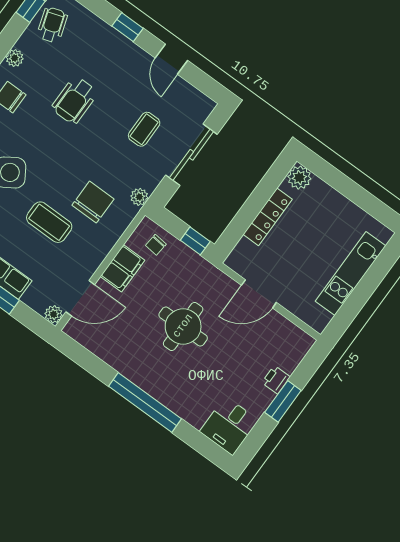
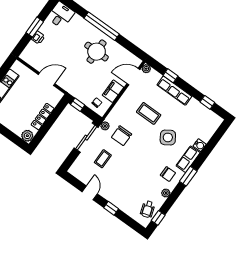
wheelchair: (75, 100) -> (137, 173), removed
sliding door: (191, 155) -> (86, 138), moved
chair: (93, 202) -> (122, 136), moved
round table: (183, 326) -> (97, 52), moved

